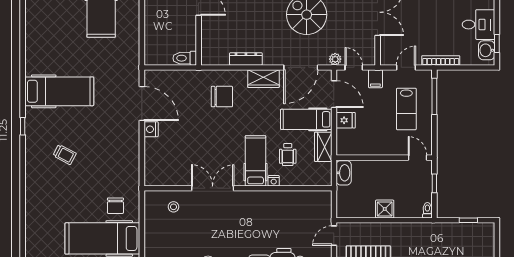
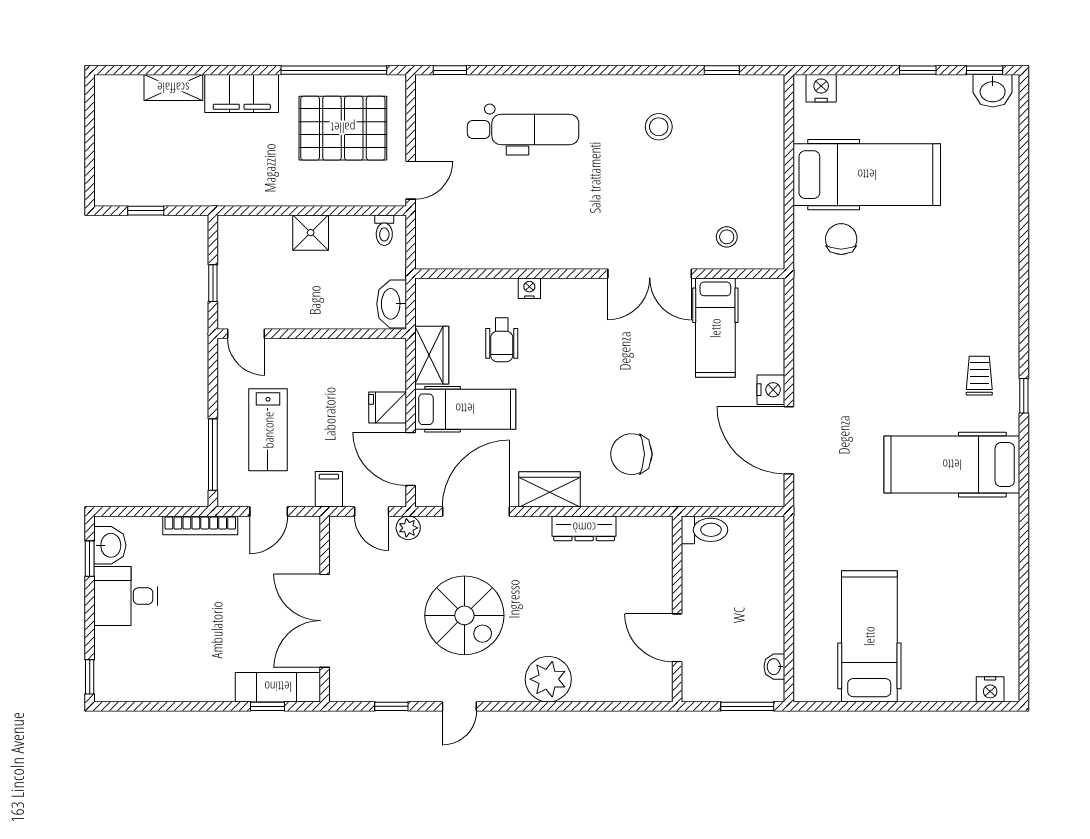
lab bench: (406, 109) -> (268, 430), turned 180
trolley: (65, 155) -> (979, 376), moved, turned 62
wheelchair: (288, 155) -> (502, 340), turned 180
hospital bed: (256, 161) -> (715, 328), moved
toilet: (427, 210) -> (384, 230), moved

